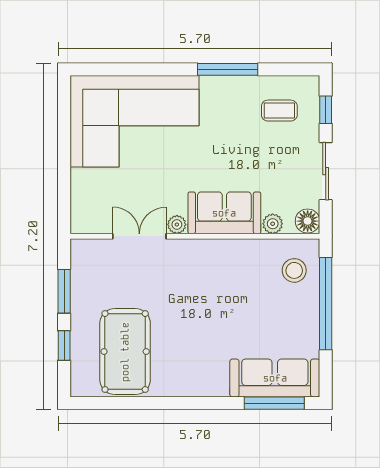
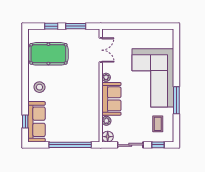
corner sofa: (134, 121) -> (153, 78), moved
double door: (139, 236) -> (101, 50), moved
stool: (294, 270) -> (39, 87), moved
window: (274, 403) -> (25, 121), width x0.46

